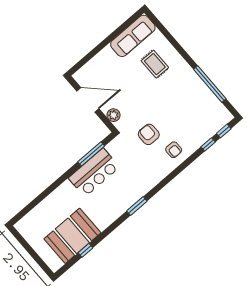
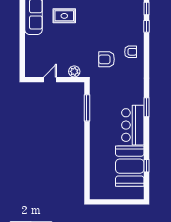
door: (88, 100) -> (50, 80), width x0.53
bar counter: (94, 173) -> (133, 125), moved, turned 180

